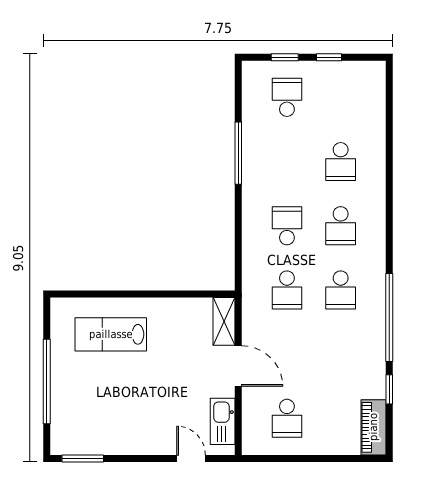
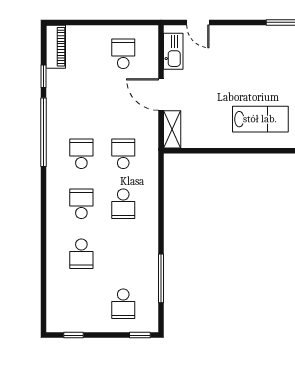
window: (285, 57) -> (140, 335), moved
window: (329, 57) -> (74, 335), moved
window: (238, 153) -> (161, 278), moved
school desk: (341, 162) -> (81, 254), turned 180

